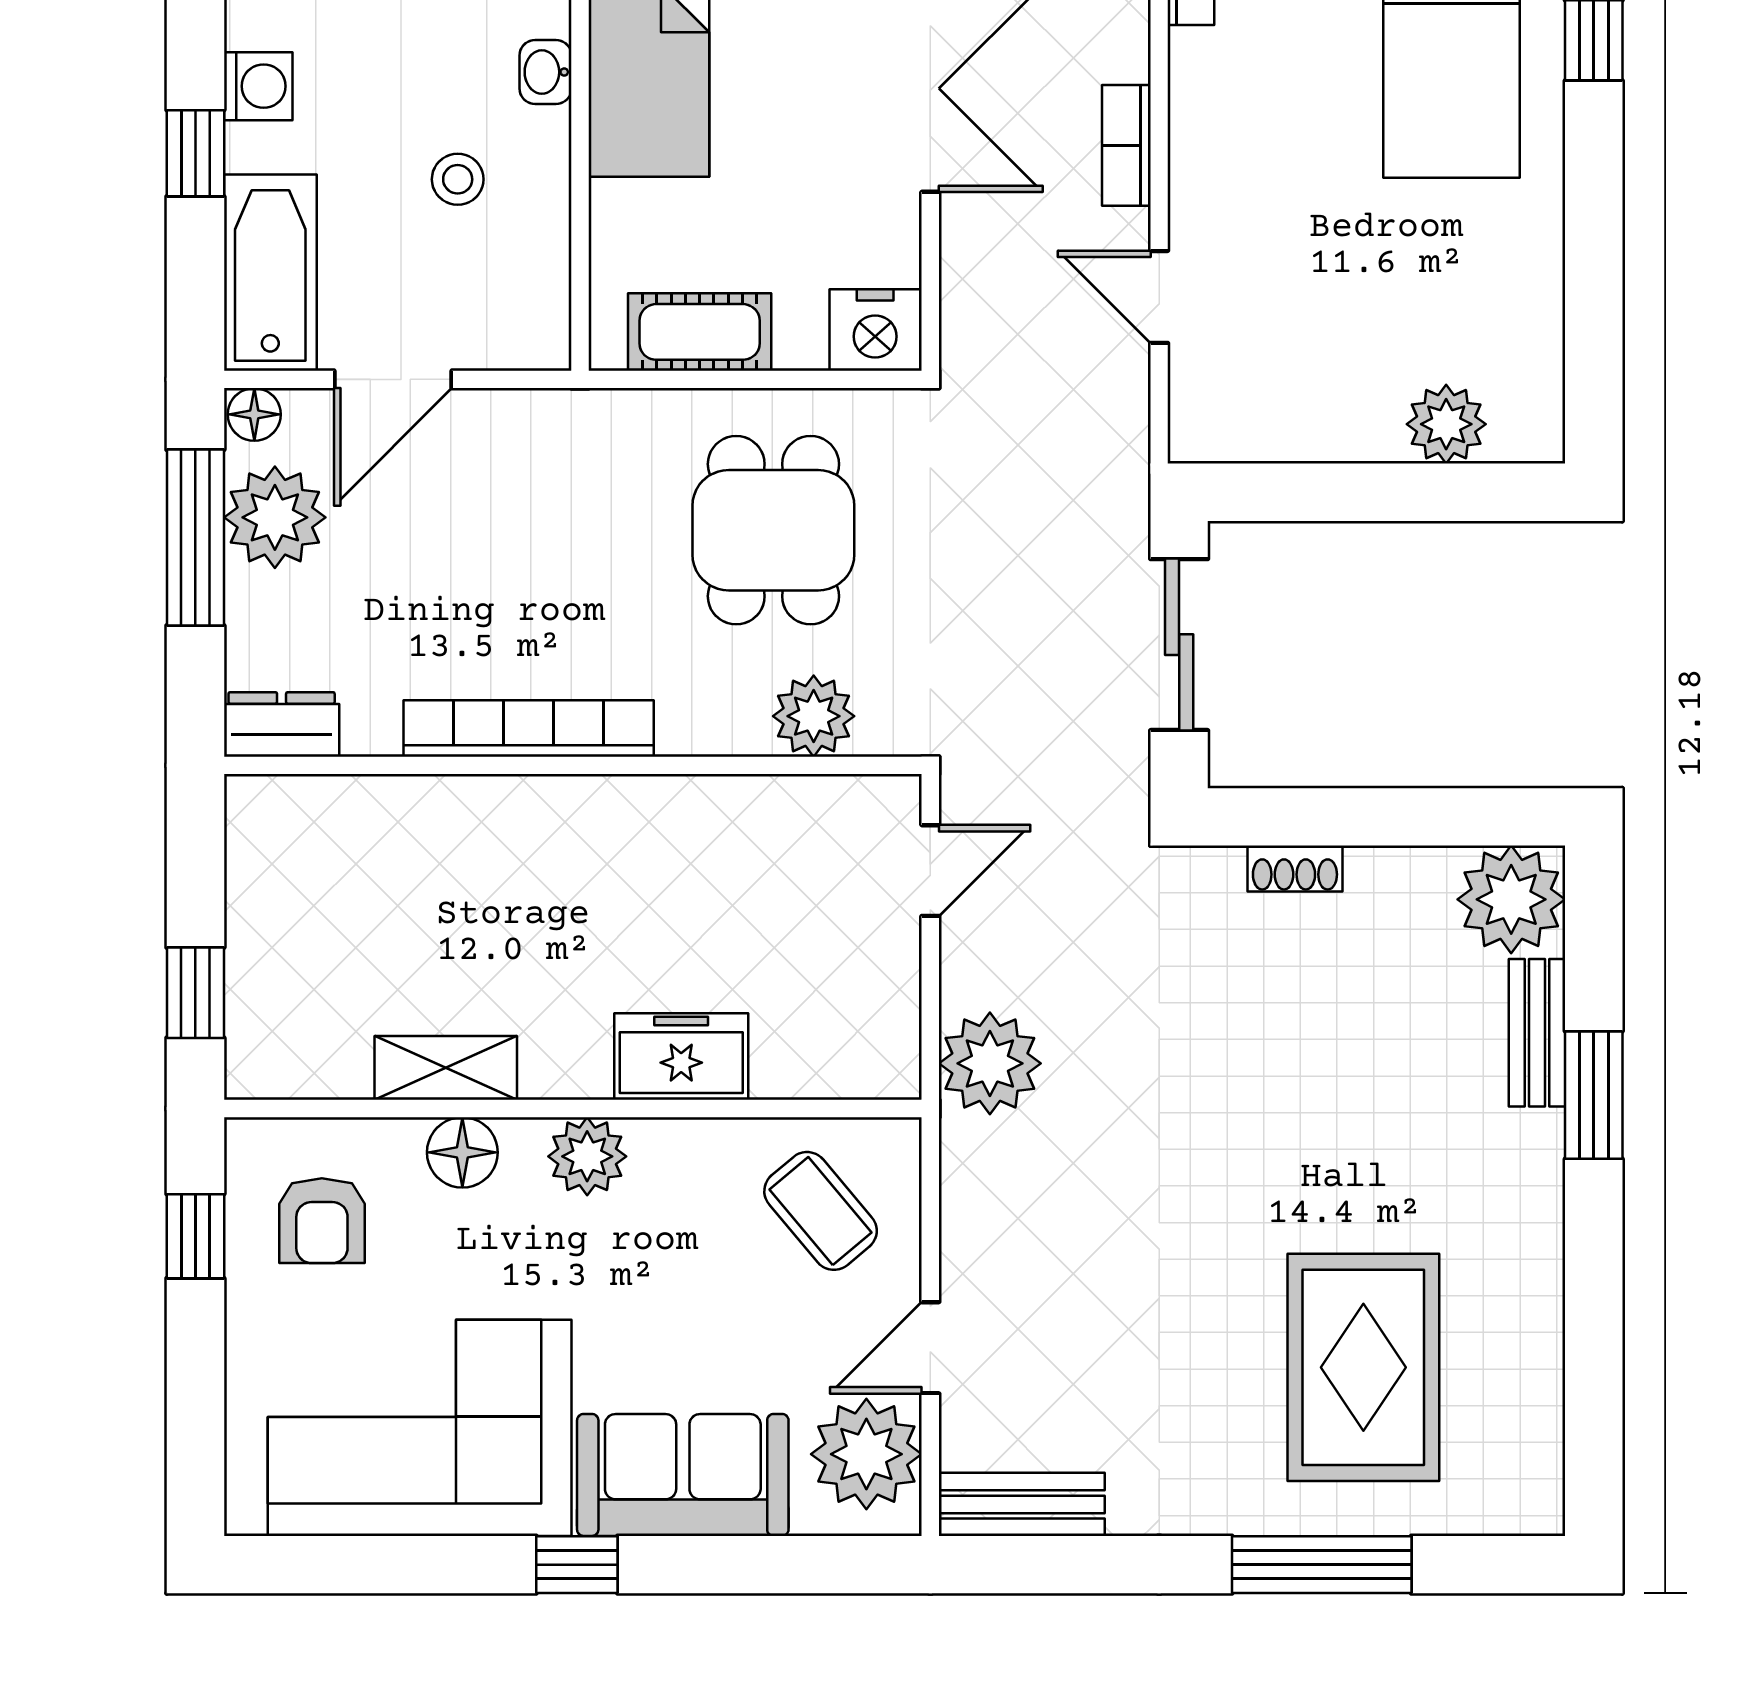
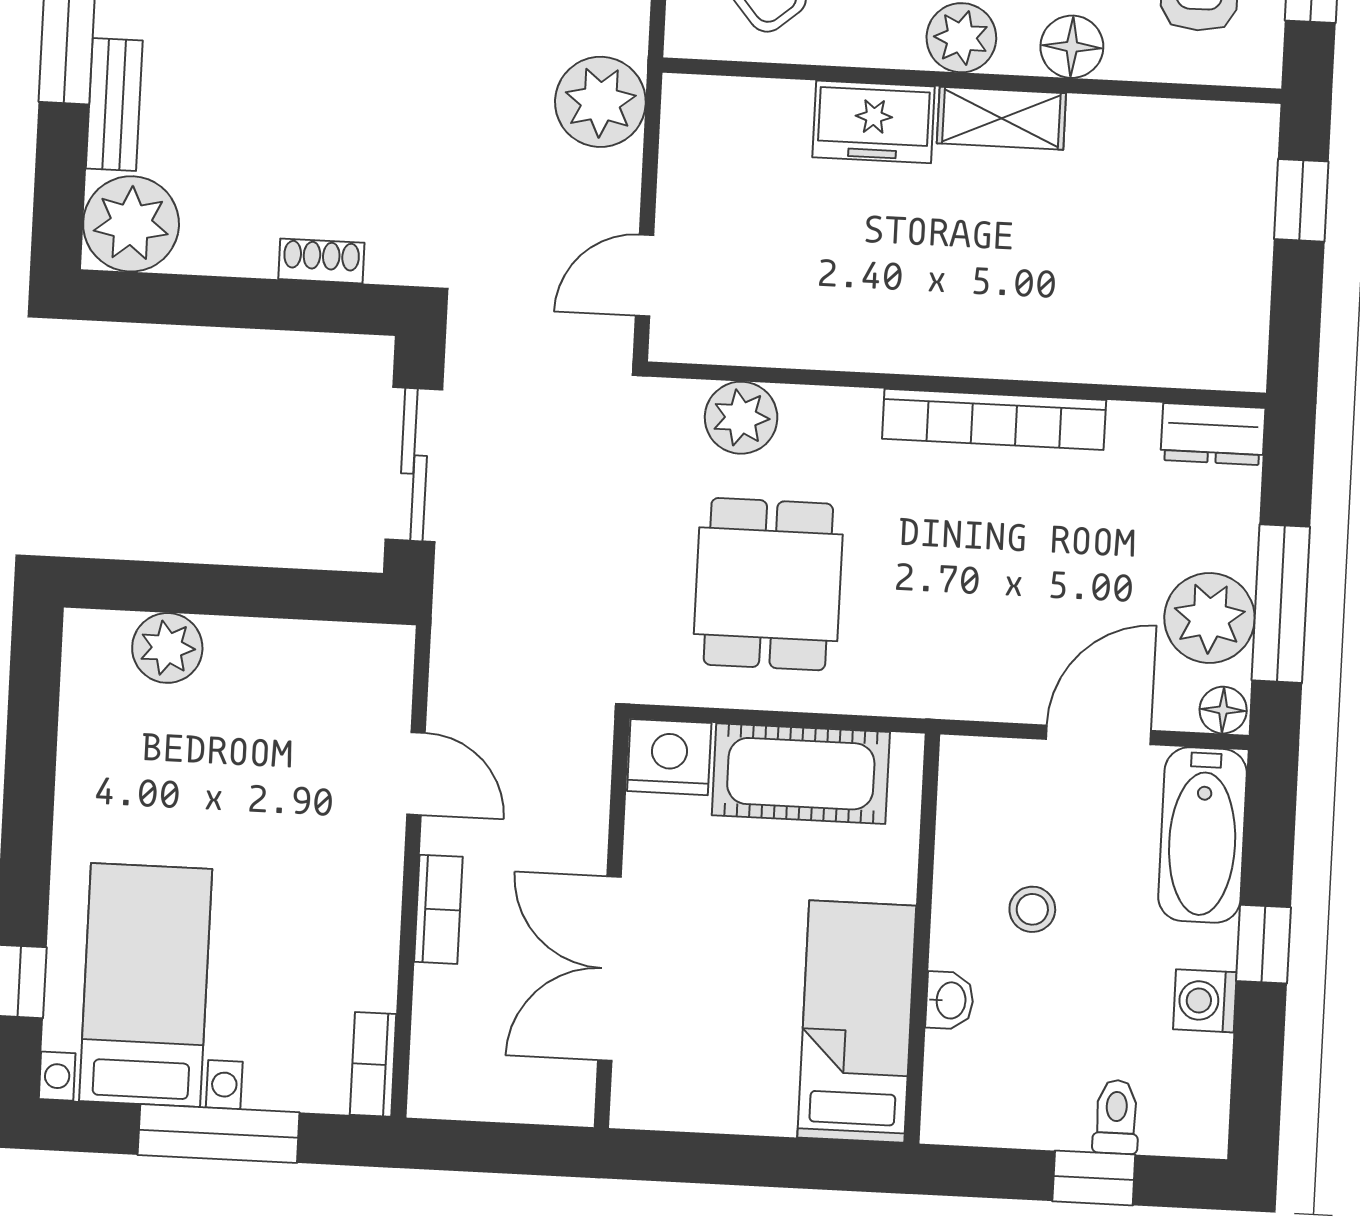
cot: (700, 332) -> (801, 774), width x1.37, depth x1.34
shelving: (446, 1068) -> (1001, 118), moved

